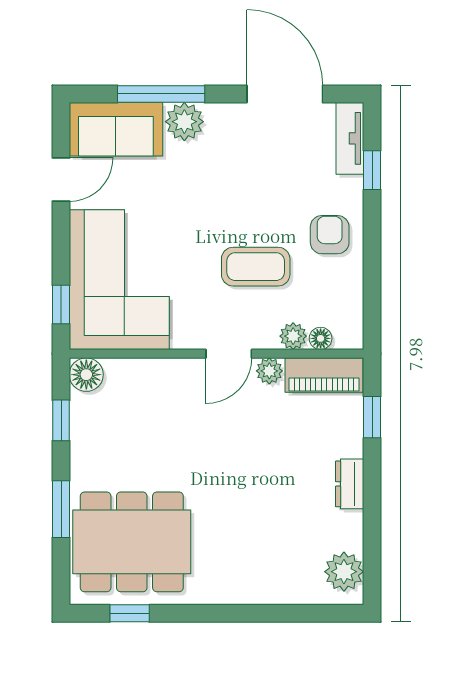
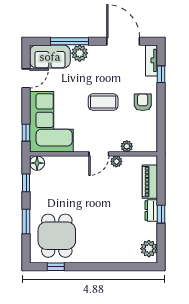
coffee table: (256, 267) -> (103, 102), moved
floor lamp: (321, 338) -> (139, 147), removed
piano: (324, 375) -> (150, 182), moved, turned 90
window: (372, 417) -> (161, 214), moved
dining table: (132, 542) -> (57, 236), width x0.73

